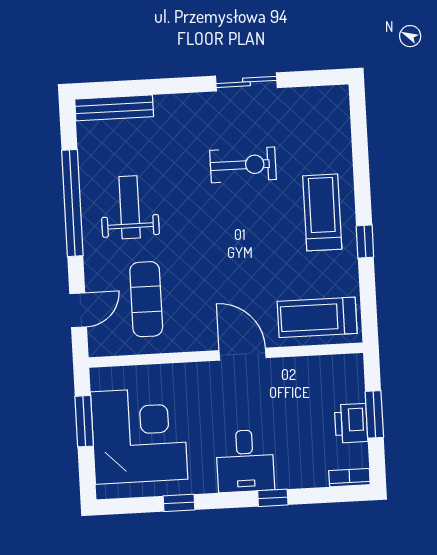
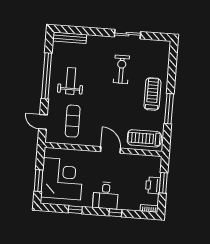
exercise bike: (243, 165) -> (121, 69), turned -90
window: (365, 242) -> (169, 109), width x2.17
door: (78, 310) -> (43, 122), swing flipped
window: (84, 421) -> (38, 181), moved

